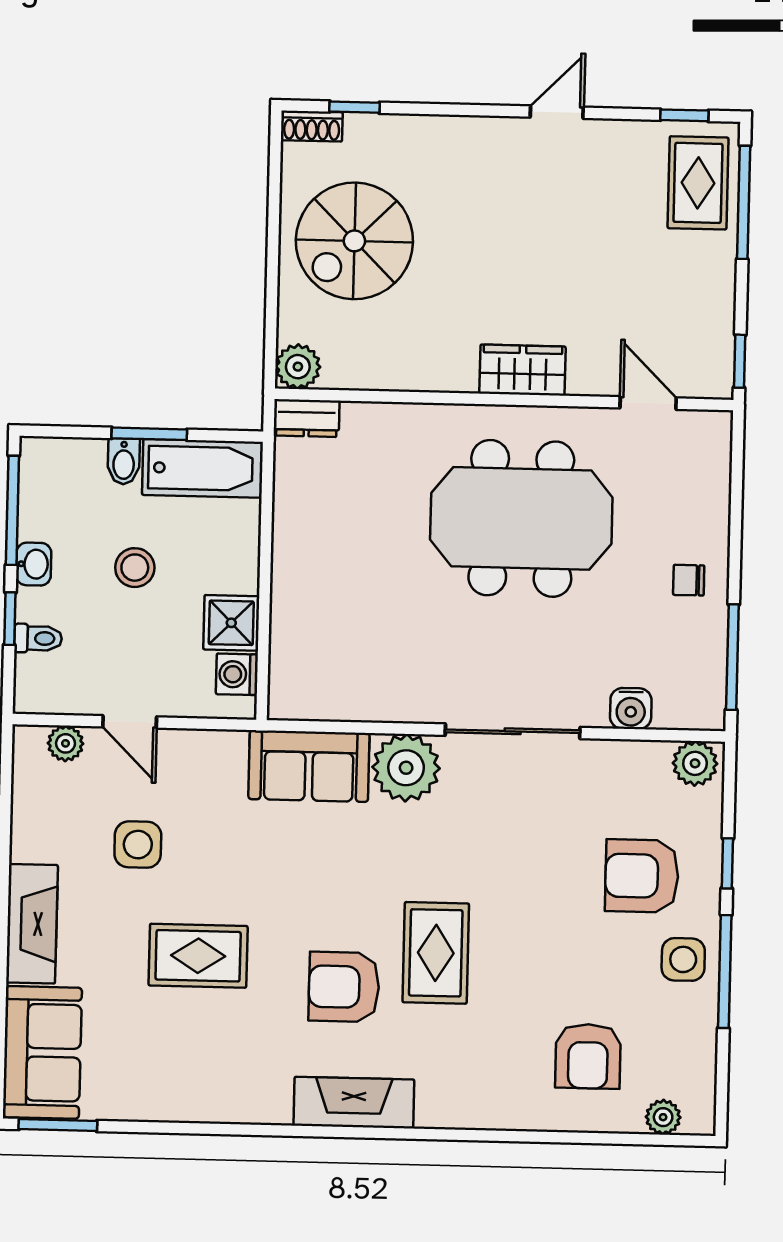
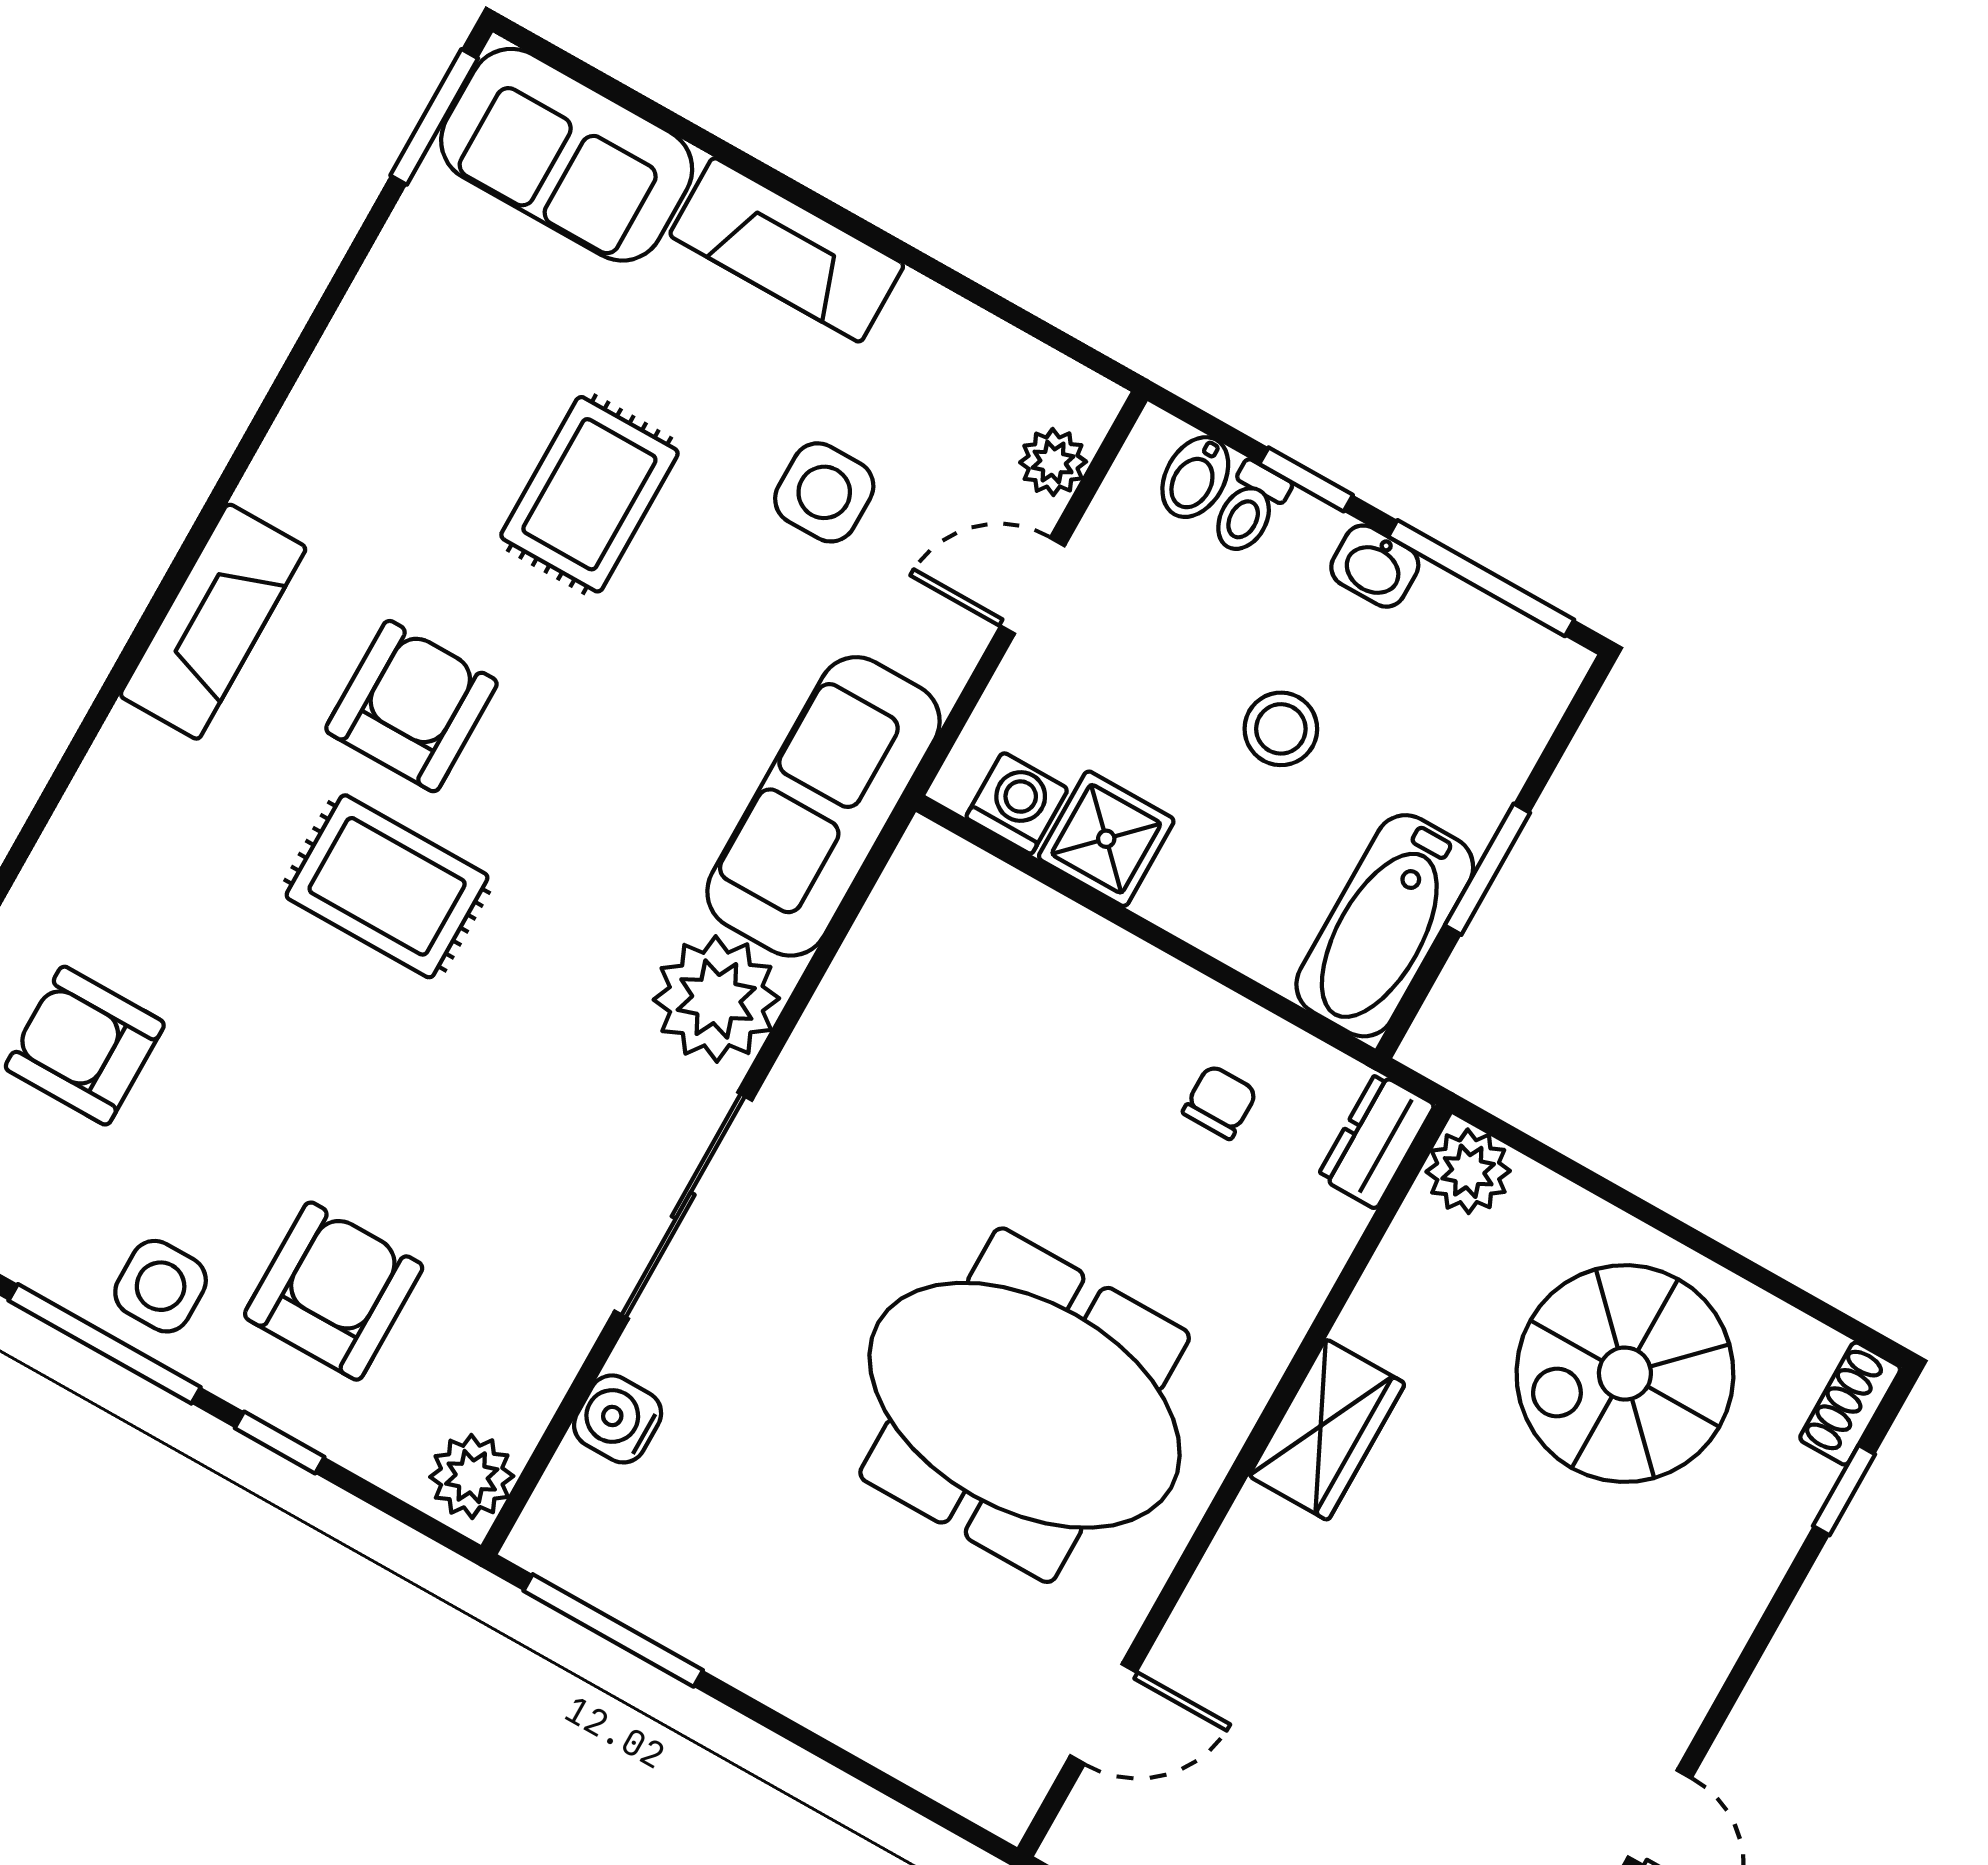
spiral stairs: (354, 241) -> (1625, 1374), turned -90
wardrobe: (523, 370) -> (1327, 1430), moved
bidet: (124, 461) -> (1195, 477), moved, turned -90
meeting table: (521, 518) -> (1025, 1405), turned 90
chair: (689, 580) -> (1220, 1102), moved
sofa: (309, 766) -> (823, 806), width x1.36

